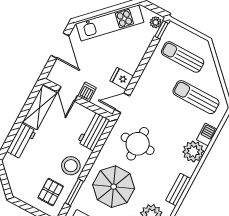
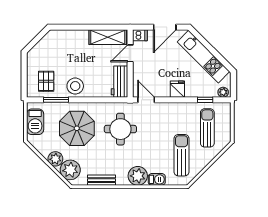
window: (161, 30) -> (205, 100), moved
fridge: (122, 78) -> (177, 89), moved
dishwasher: (87, 92) -> (140, 35), moved
workbench: (94, 131) -> (119, 82), moved, turned -90
workbench: (22, 141) -> (74, 37), removed
pallet: (51, 192) -> (46, 81), turned 90

